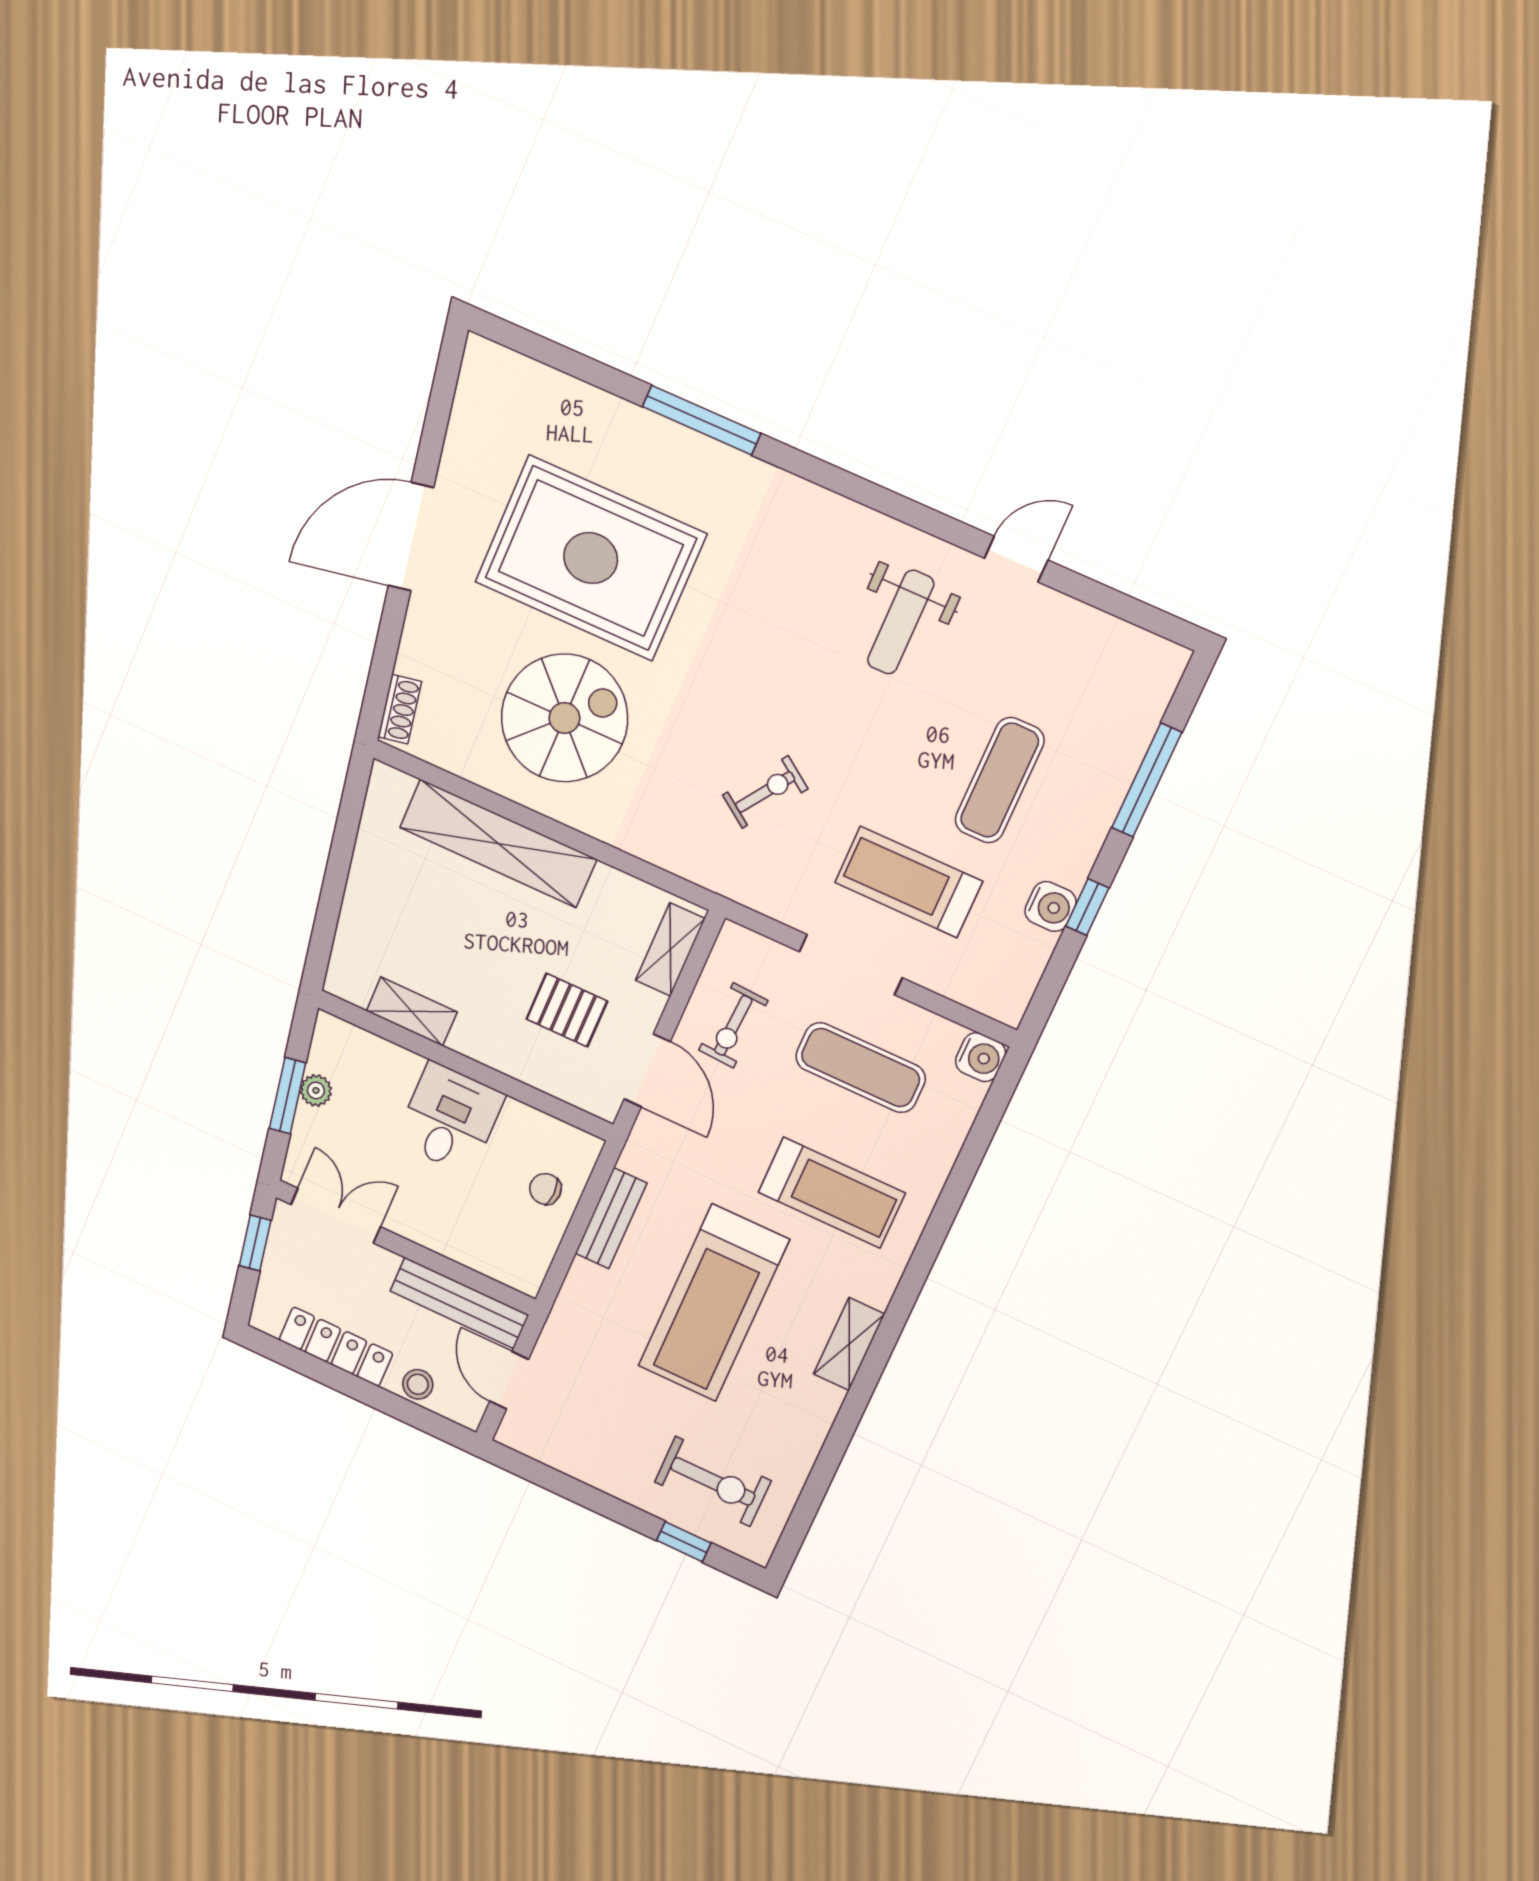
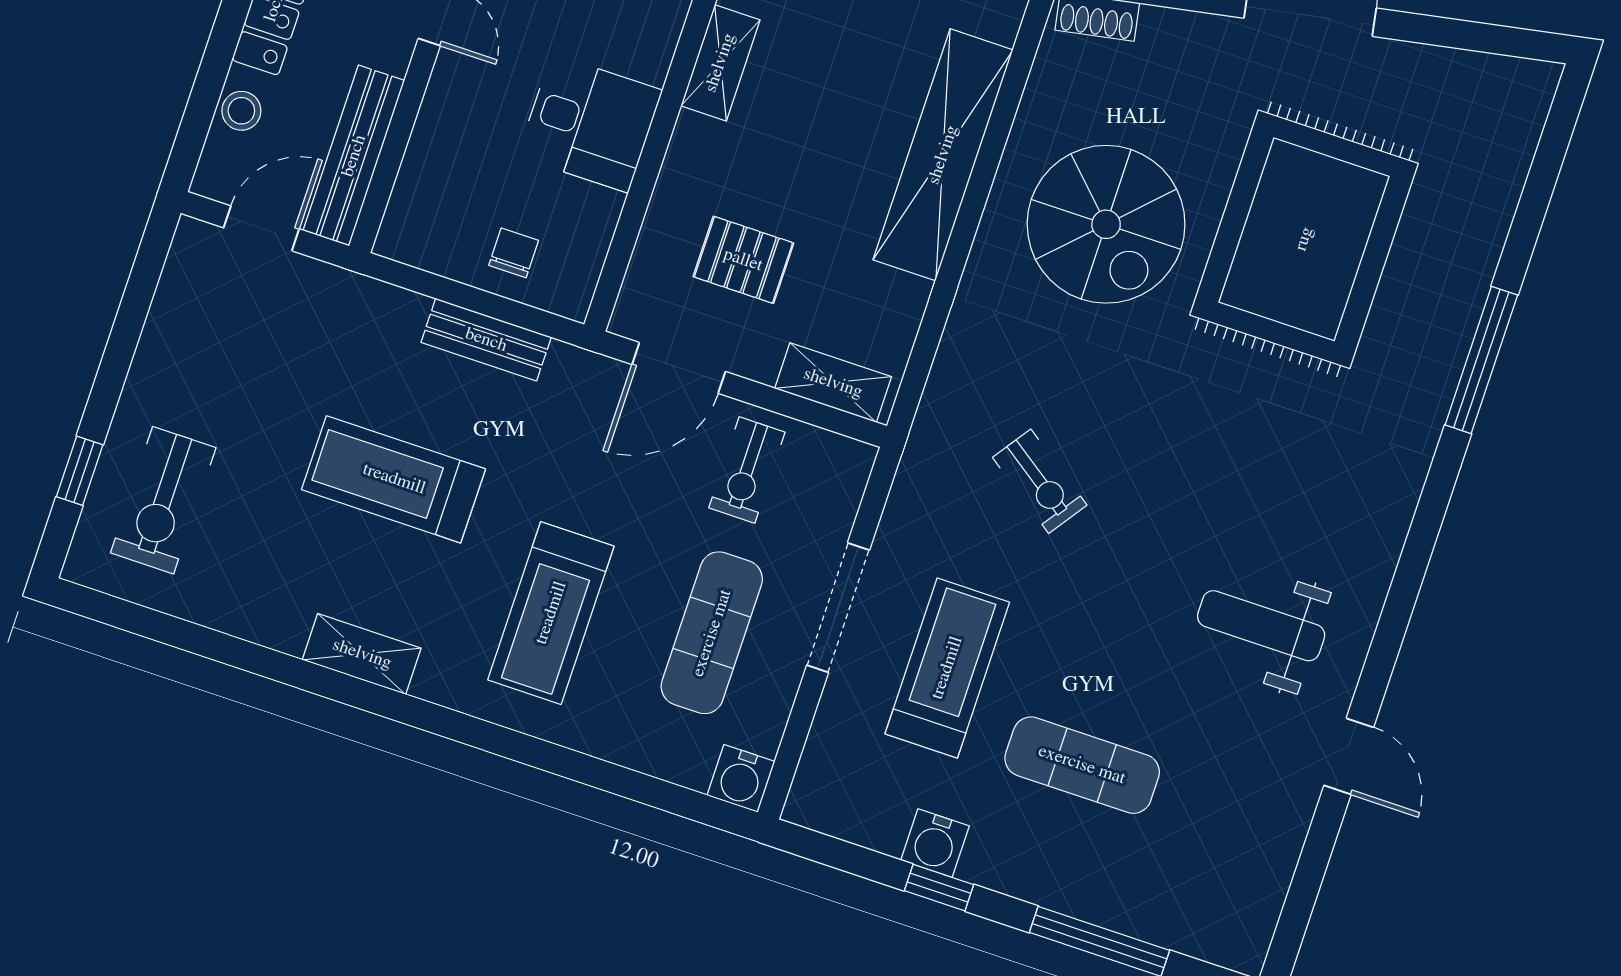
pallet: (567, 1010) -> (743, 260), turned 90
exercise bike: (733, 1025) -> (747, 470), turned -93
treadmill: (714, 1303) -> (394, 479), width x0.73, depth x0.73

